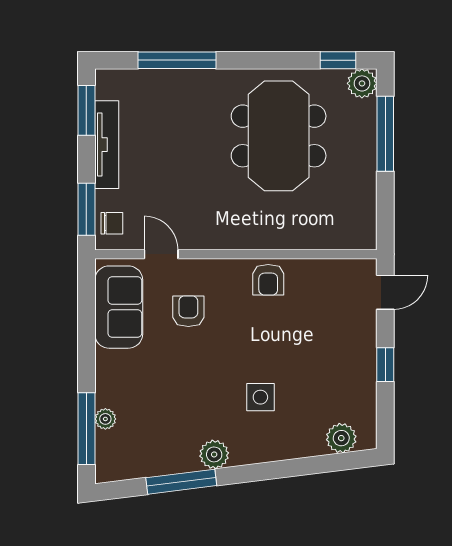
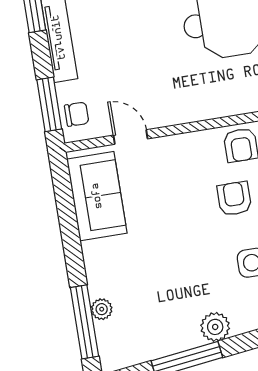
armchair: (188, 311) -> (234, 199), moved

